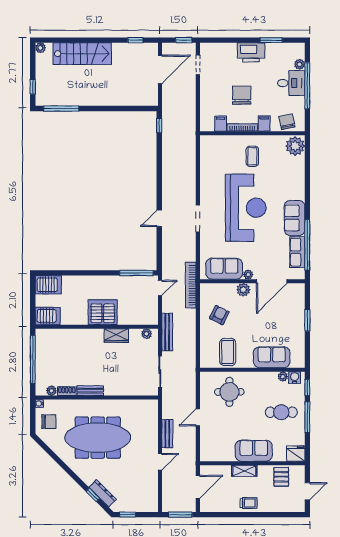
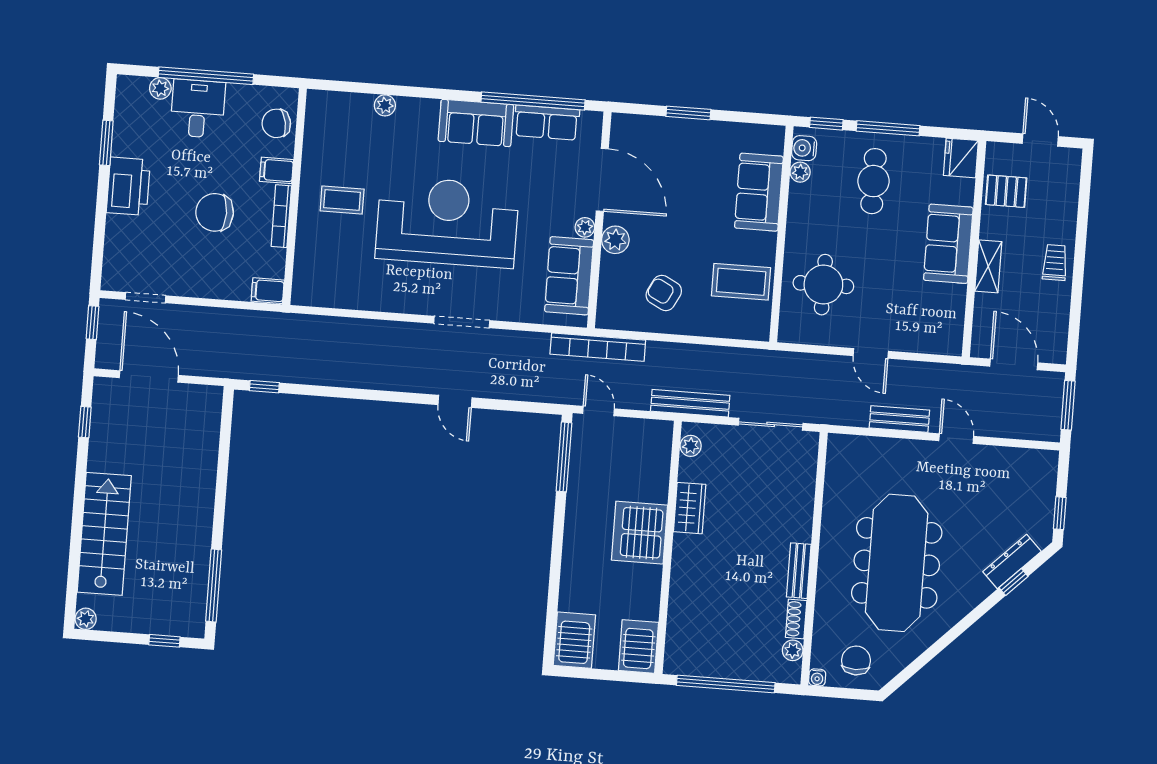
filing cabinet: (221, 124) -> (268, 291), moved
plant: (295, 146) -> (385, 105), moved, width x0.53, depth x0.53

